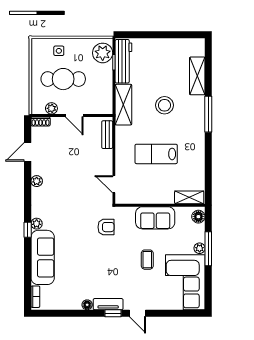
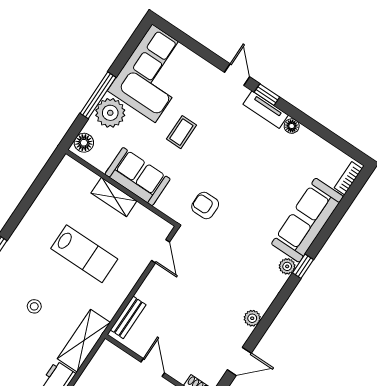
stool: (165, 105) -> (34, 306), width x0.53, depth x0.53
shelving: (189, 197) -> (114, 197), moved
plant: (200, 248) -> (110, 113), width x1.87, depth x1.87

